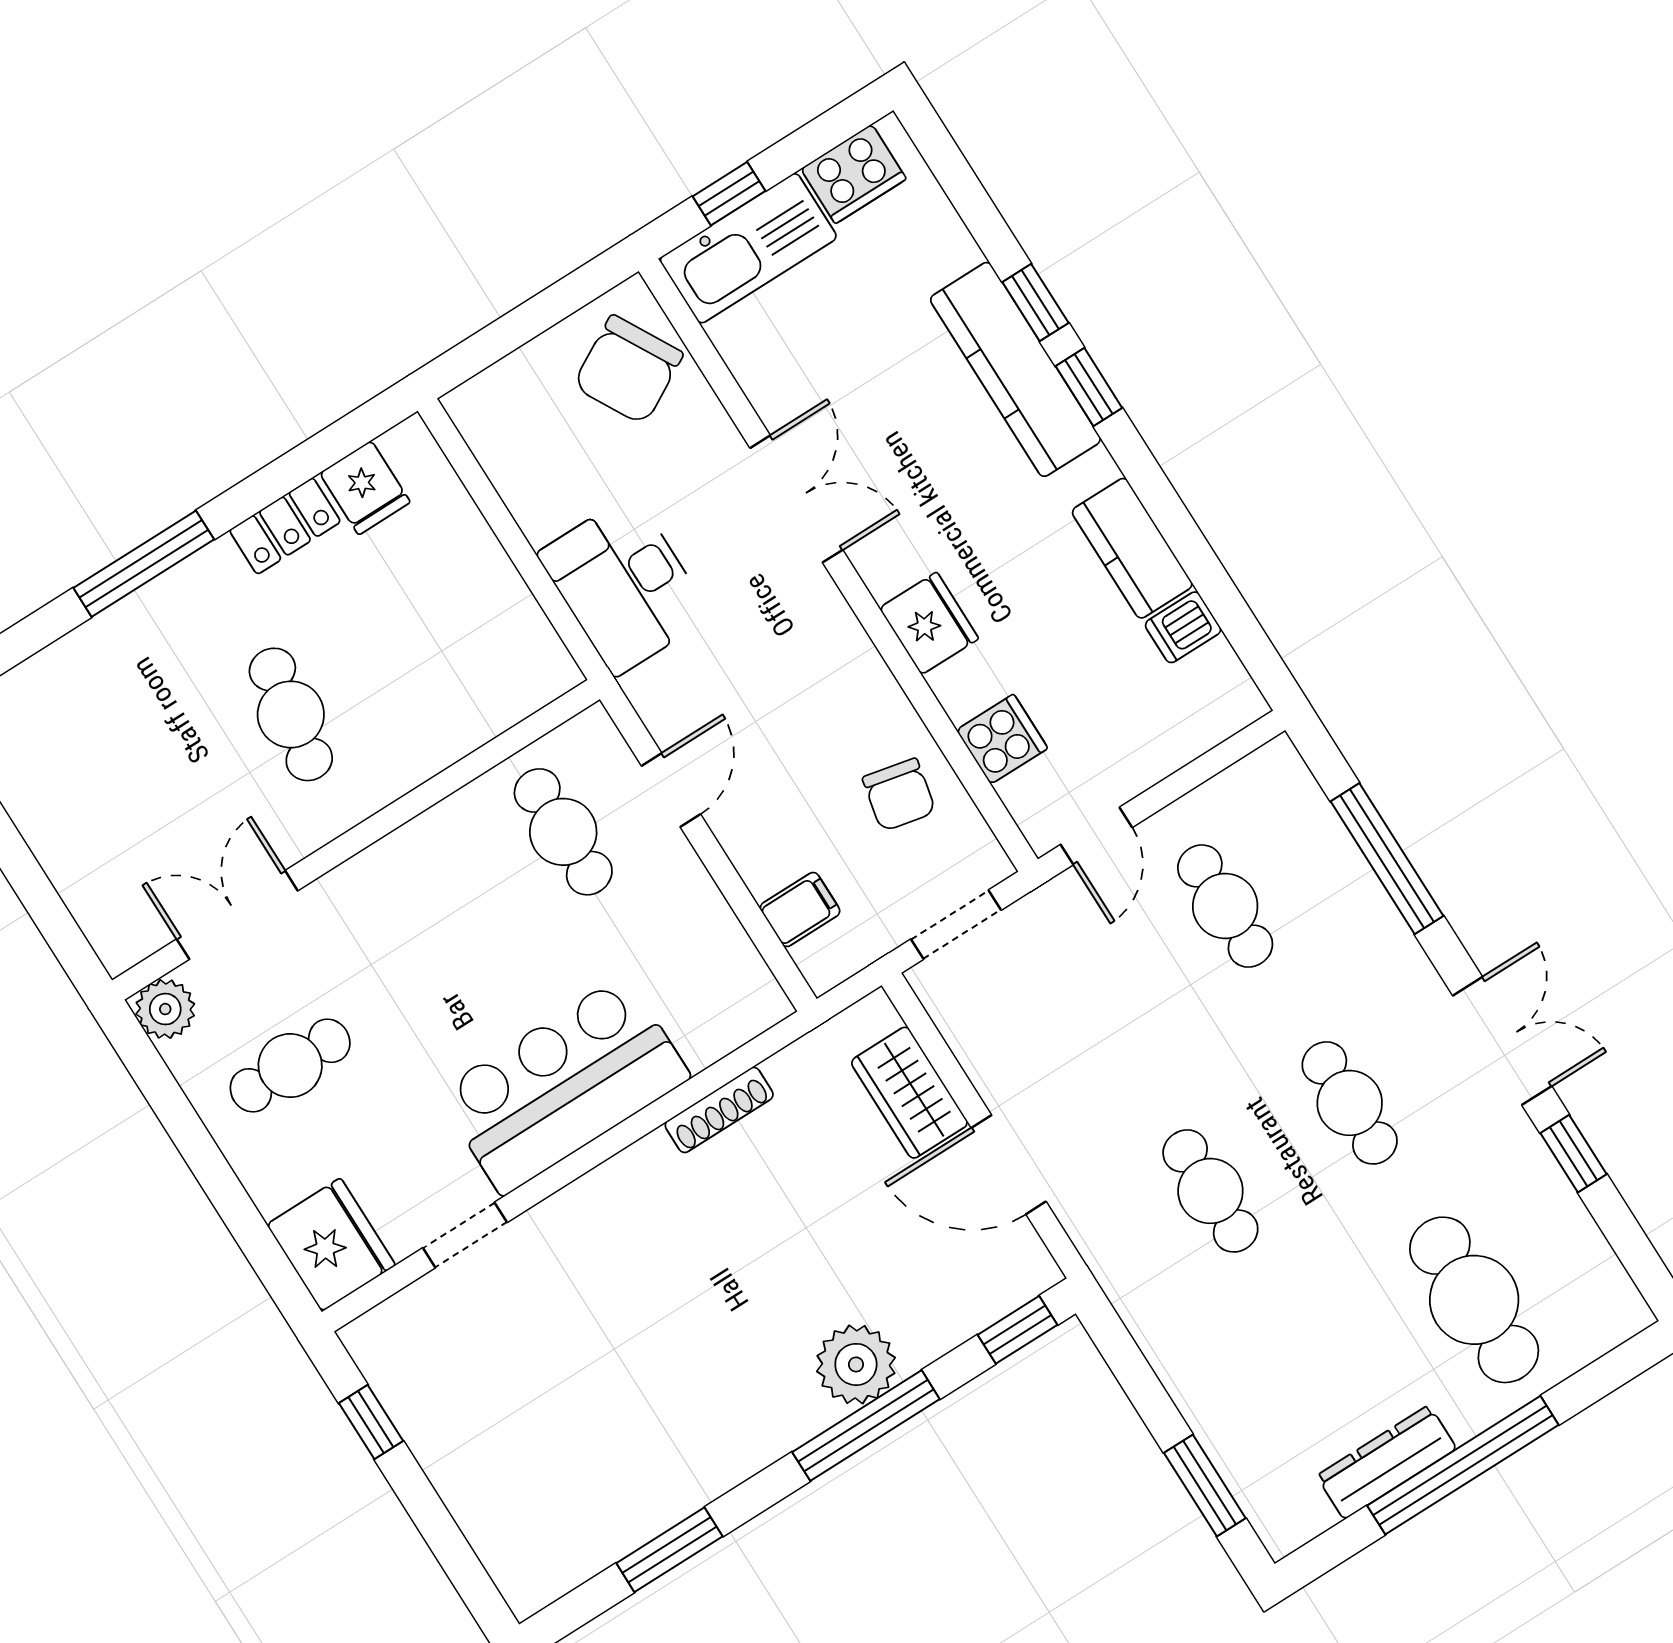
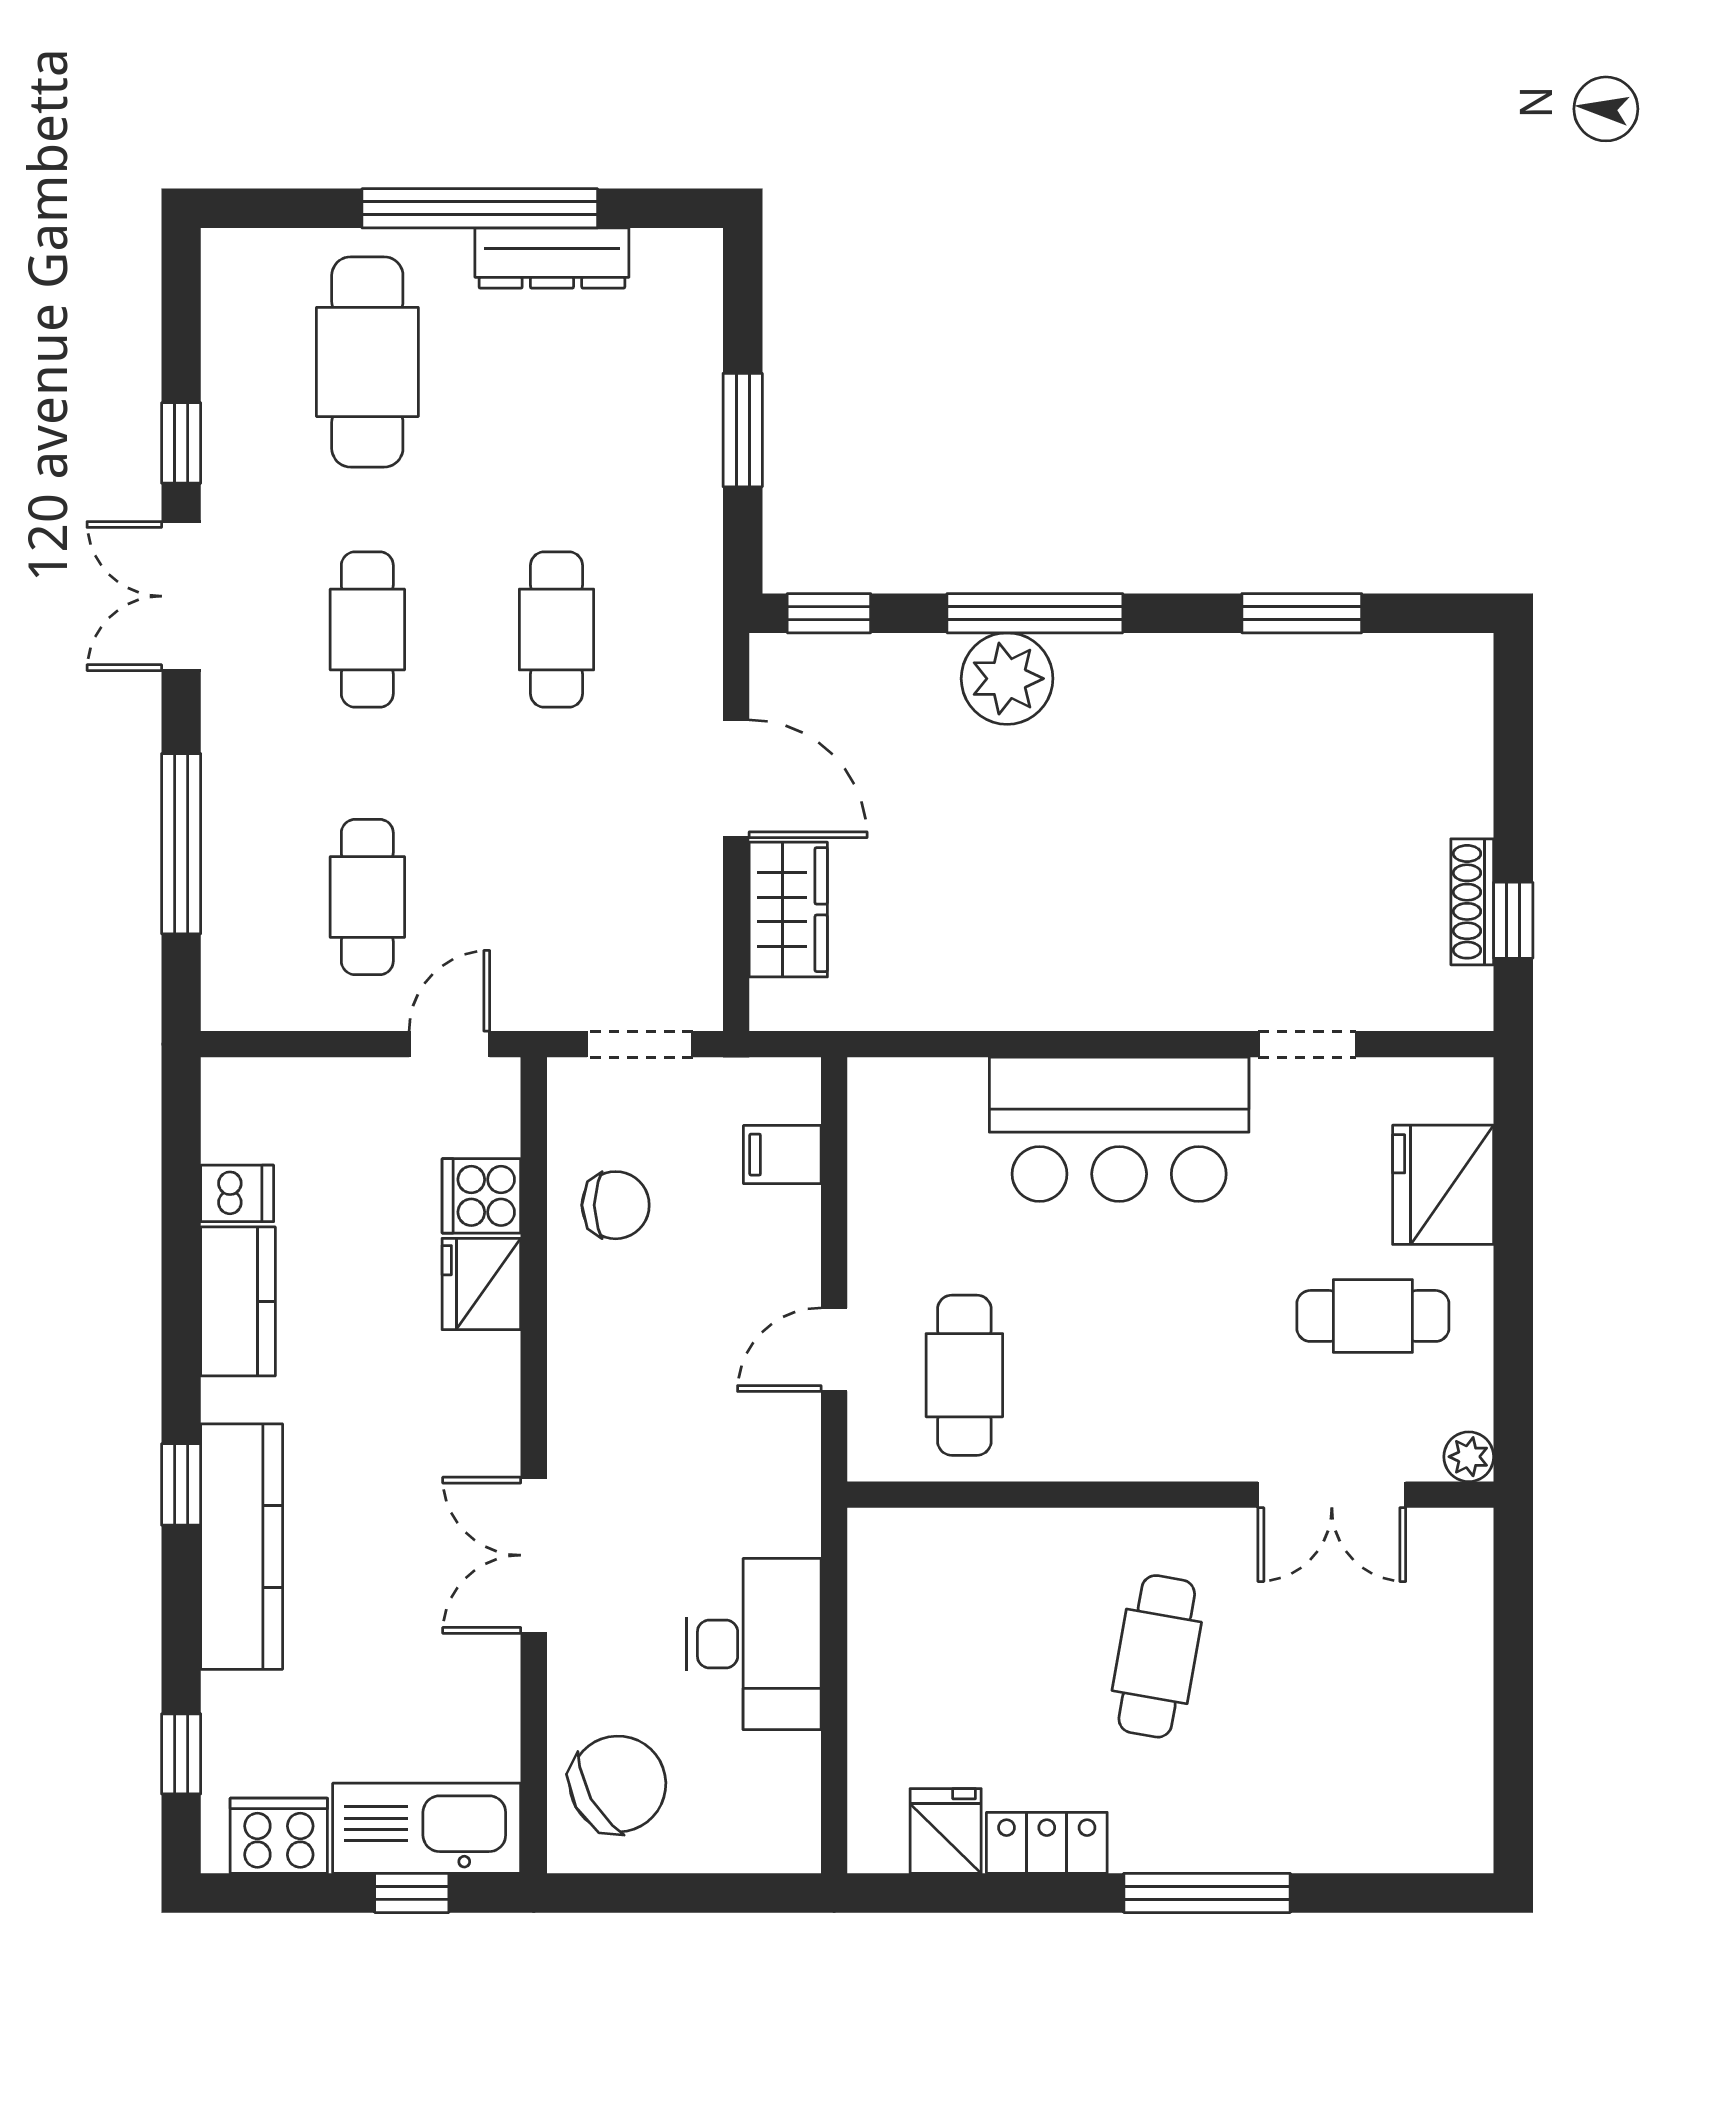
window: (1035, 303) -> (181, 1754), moved
desk: (624, 585) -> (754, 1644), moved
fridge: (929, 623) -> (481, 1284), moved
chair: (899, 795) -> (616, 1205), turned 78
plant: (165, 1009) -> (1469, 1457), width x0.73, depth x0.73
shoe rack: (719, 1110) -> (1472, 902), moved, turned -90
fridge: (331, 1245) -> (1443, 1185), moved
window: (1205, 1485) -> (743, 430), moved

